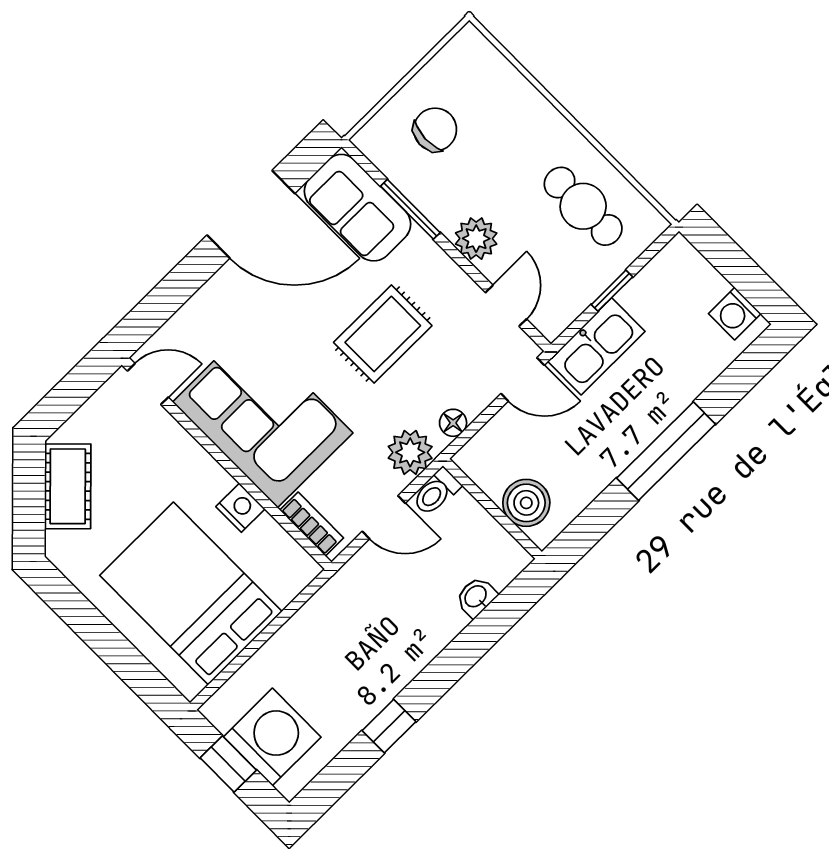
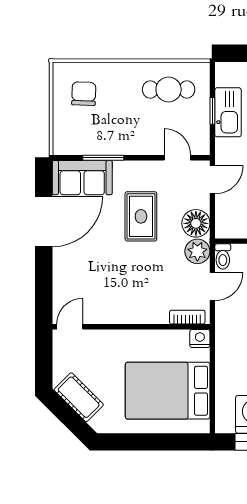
chair: (435, 130) -> (84, 94), moved
plant: (476, 239) -> (140, 143), removed
kitchen sink: (596, 346) -> (228, 112), moved
corner sofa: (263, 417) -> (127, 295), removed
floor lamp: (453, 423) -> (196, 223), width x1.89, depth x1.89
nightstand: (240, 508) -> (200, 338), moved

